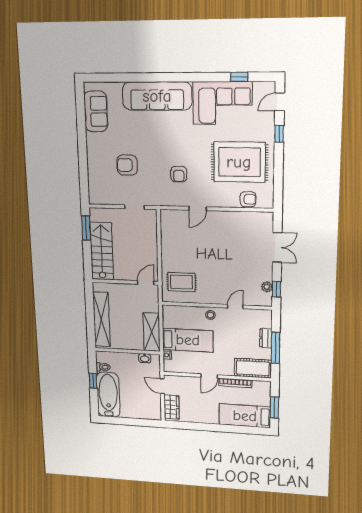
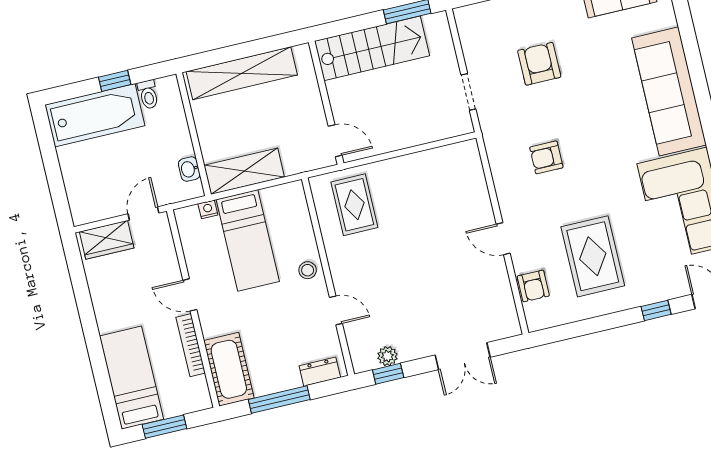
rug: (239, 162) -> (593, 256), width x0.73, depth x0.69
door: (198, 208) -> (503, 239), moved
dresser: (266, 338) -> (320, 372), moved

